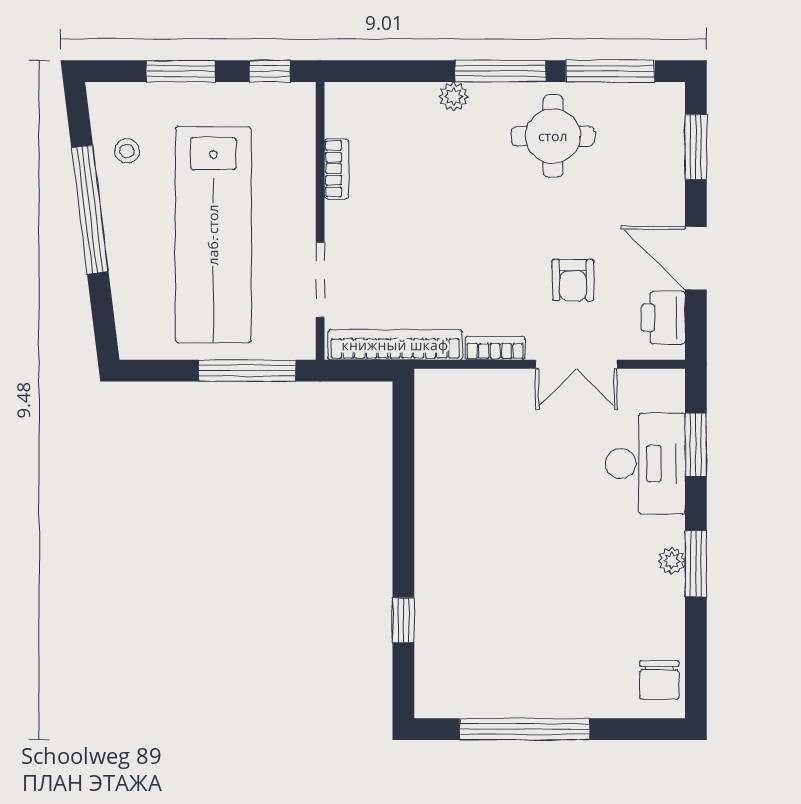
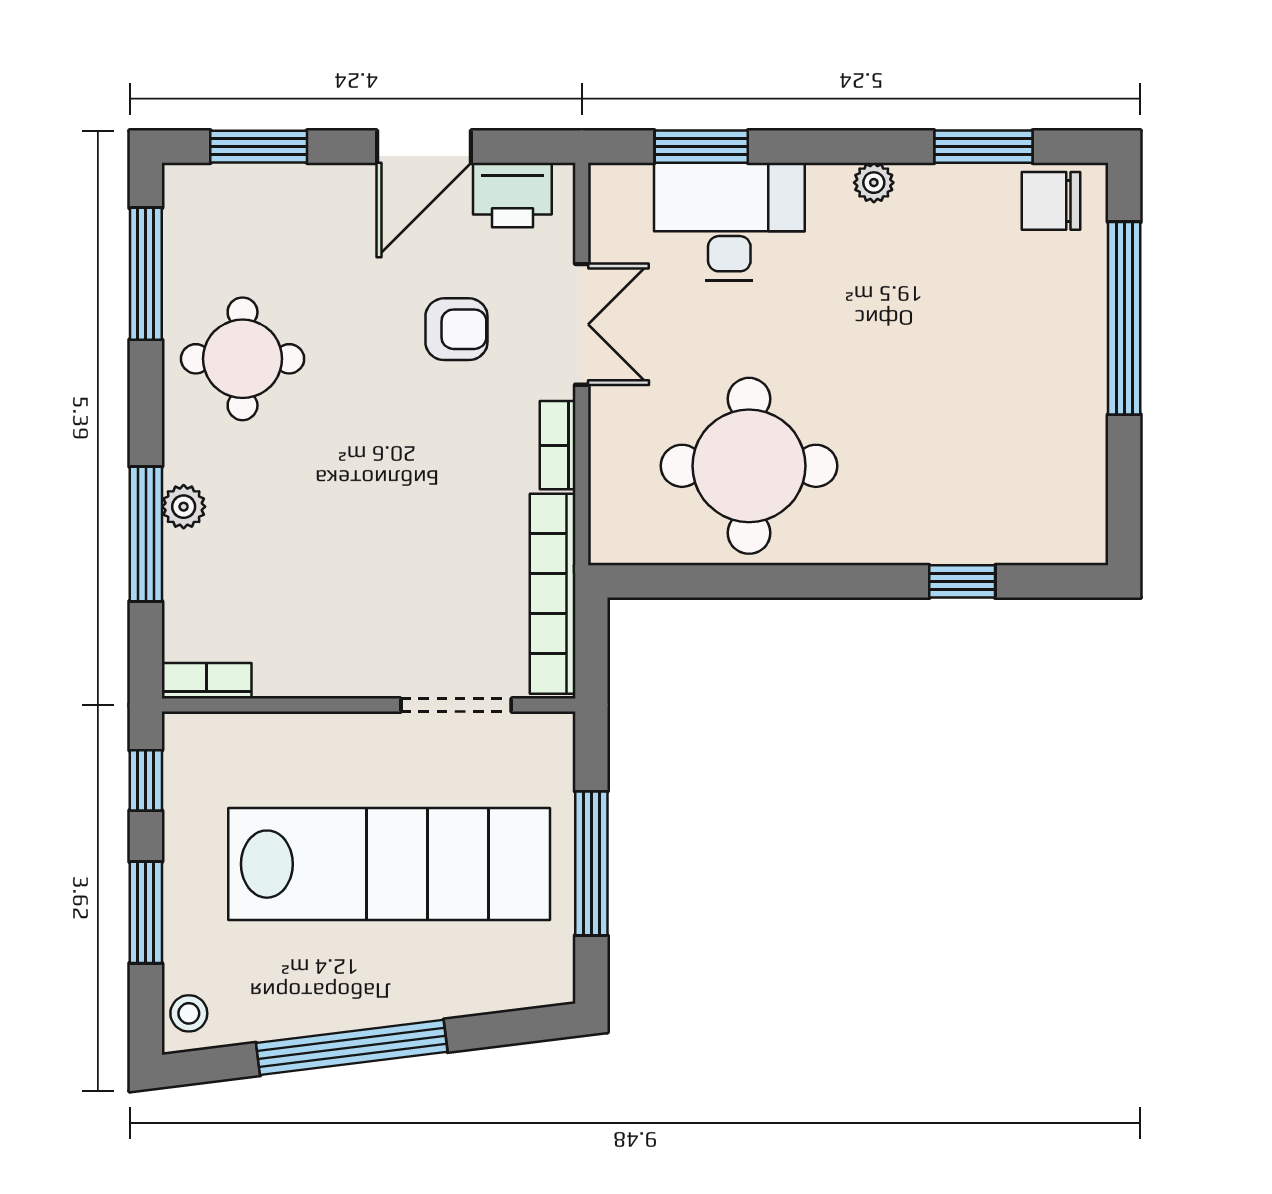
window: (500, 71) -> (146, 534), moved
stool: (127, 151) -> (189, 1013), moved
bookcase: (337, 169) -> (207, 681), moved
window: (247, 371) -> (591, 863), moved
round table: (481, 477) -> (749, 466), added
window: (696, 564) -> (983, 147), moved
chair: (659, 680) -> (1051, 201), turned 180
window: (525, 729) -> (1124, 318), moved

